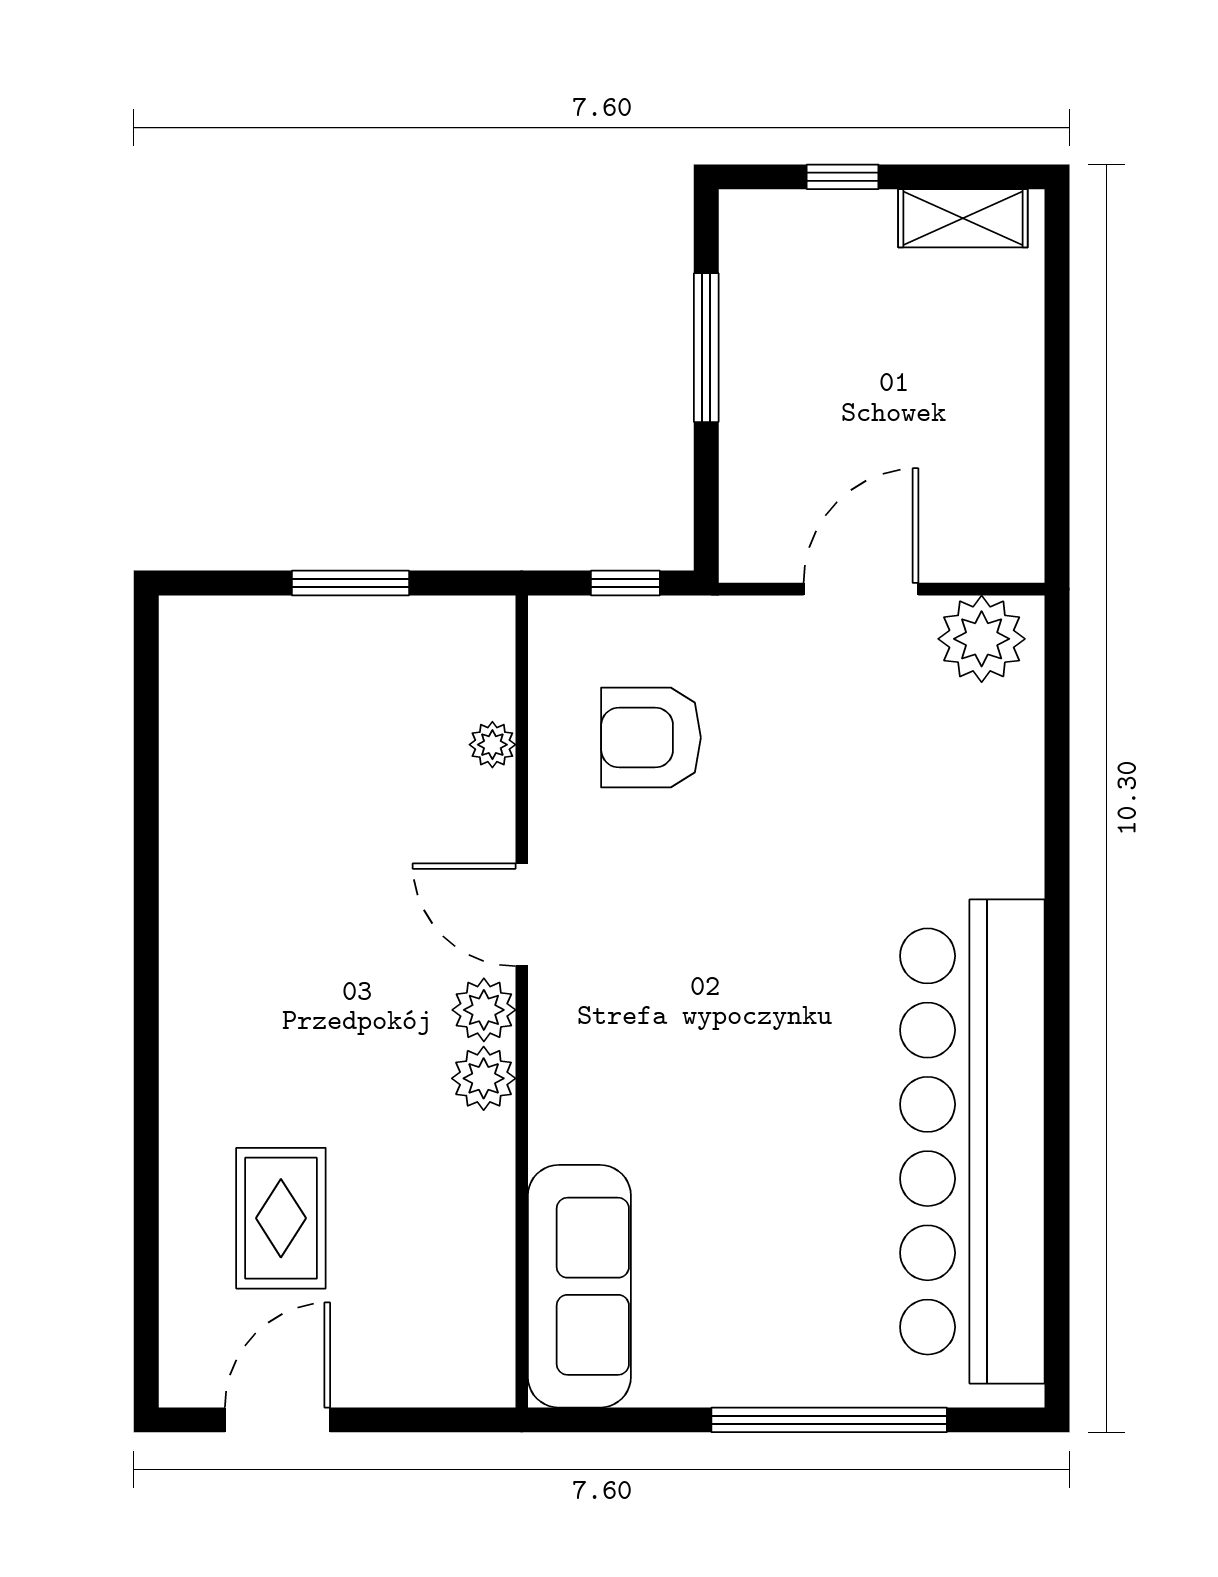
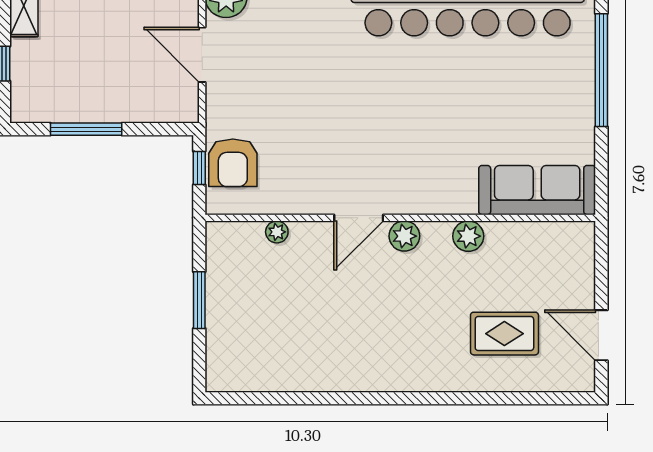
armchair: (651, 738) -> (233, 163), moved
plant: (484, 1078) -> (468, 236), moved

